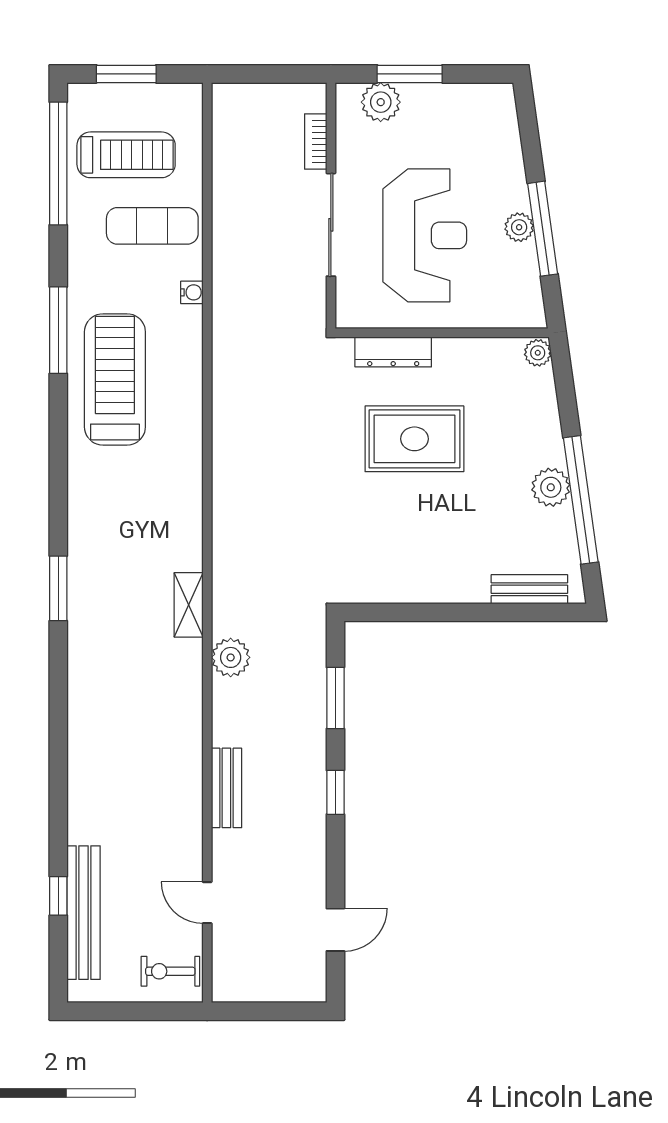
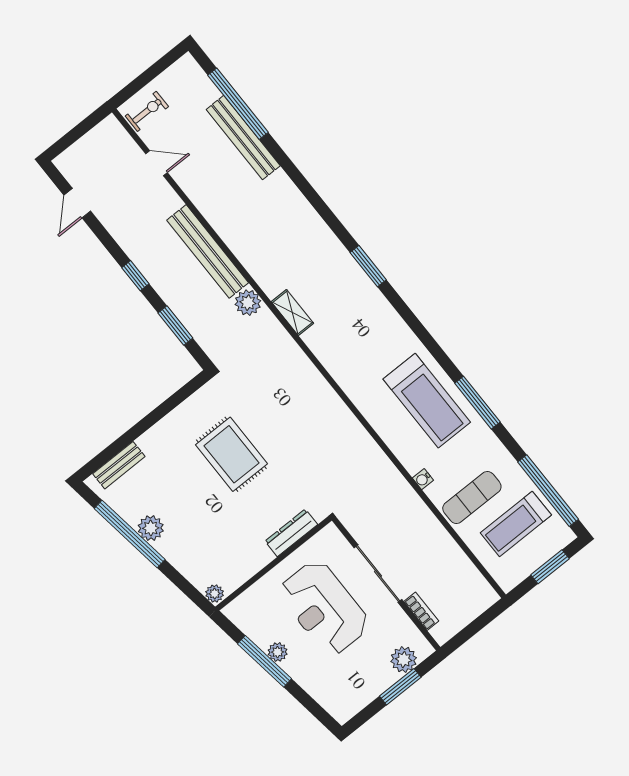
rug: (414, 439) -> (232, 454), moved, turned 90
bench: (226, 788) -> (208, 251), width x1.86, depth x1.21
window: (58, 896) -> (238, 104), width x3.17
bench: (84, 913) -> (243, 138), moved

